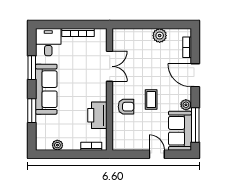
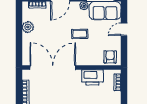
double door: (110, 66) -> (53, 68), width x1.87
armchair: (126, 107) -> (110, 57), moved

